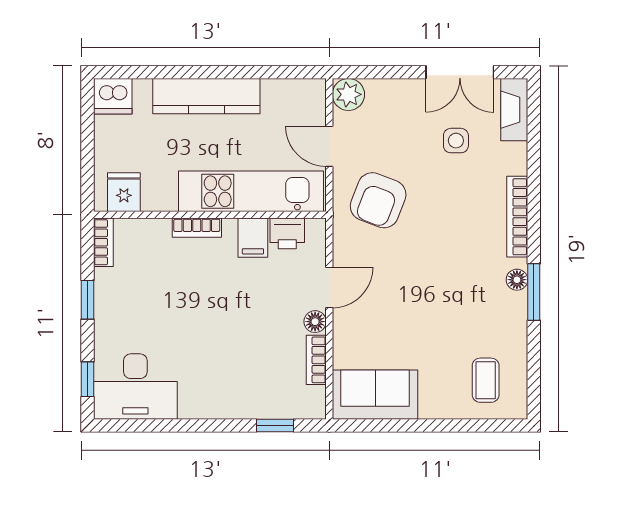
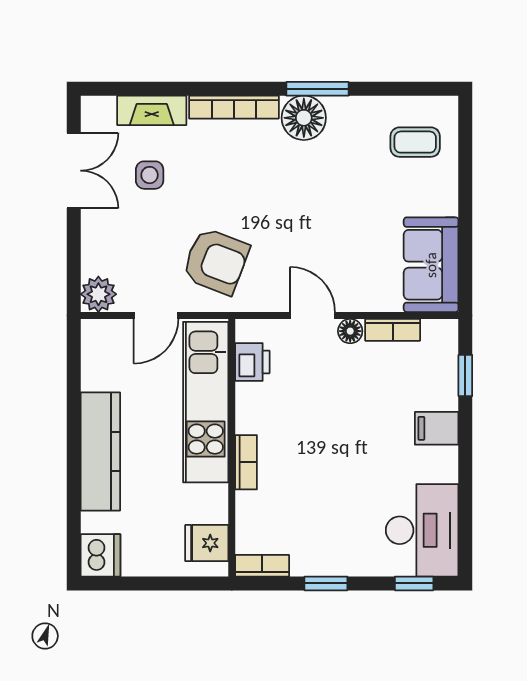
fireplace: (514, 110) -> (152, 110), moved
filing cabinet: (253, 238) -> (437, 428), moved, turned 180
floor lamp: (517, 280) -> (304, 118), width x1.89, depth x1.89

